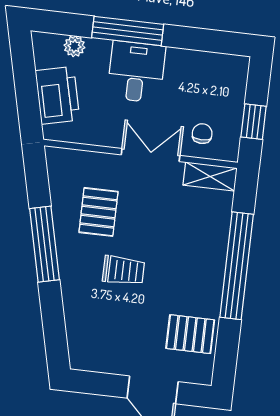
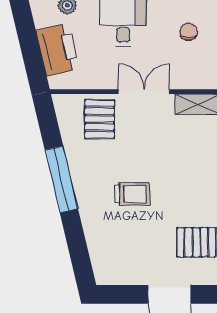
chair: (202, 134) -> (189, 32), moved
pallet: (98, 212) -> (100, 119), moved

